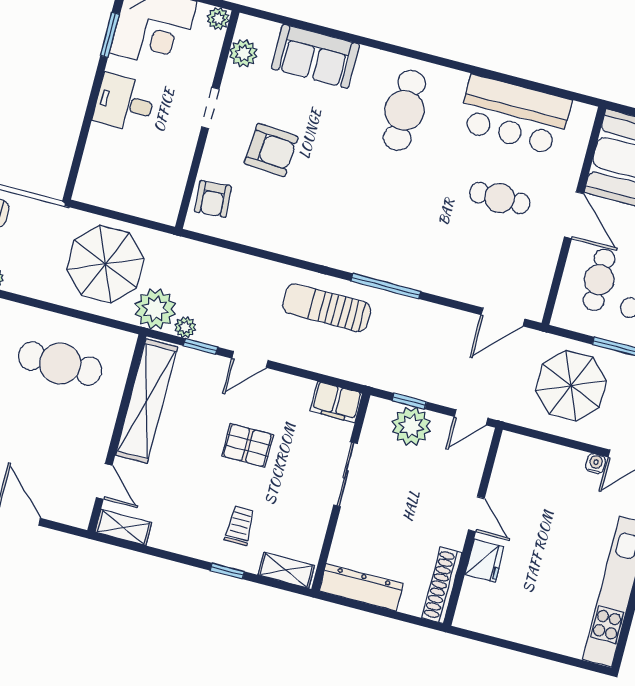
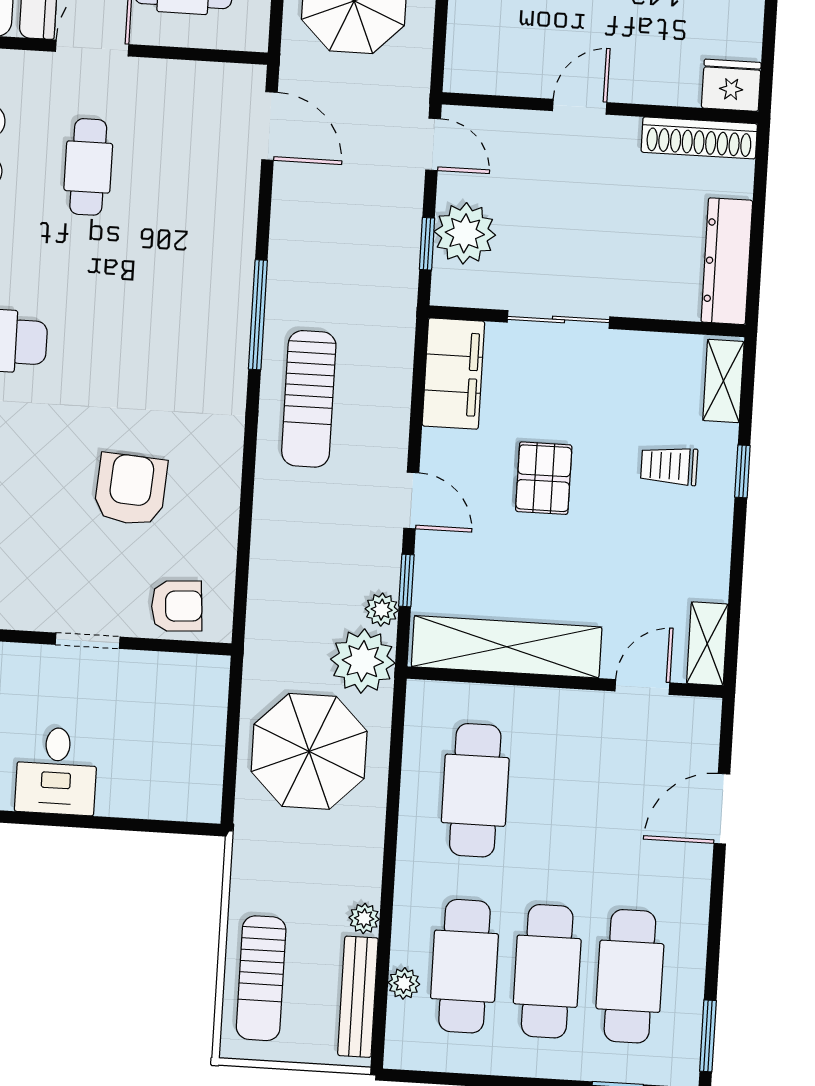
doorway: (210, 108) -> (88, 641), moved
armchair: (271, 150) -> (131, 489), moved
filing cabinet: (336, 402) -> (453, 374), width x1.50, depth x1.17
fridge: (485, 561) -> (731, 85), moved

